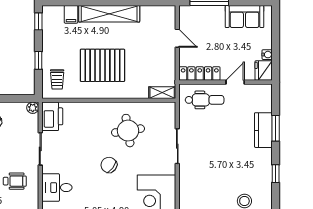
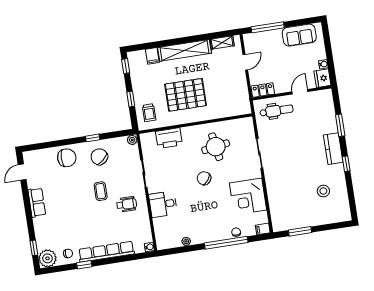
door: (177, 38) -> (245, 62), hinge flipped
locker: (200, 74) -> (263, 90), width x0.66
shelving: (162, 93) -> (222, 43), moved
printer: (52, 116) -> (169, 138), moved, turned 90
kitchen counter: (263, 130) -> (333, 149), moved

